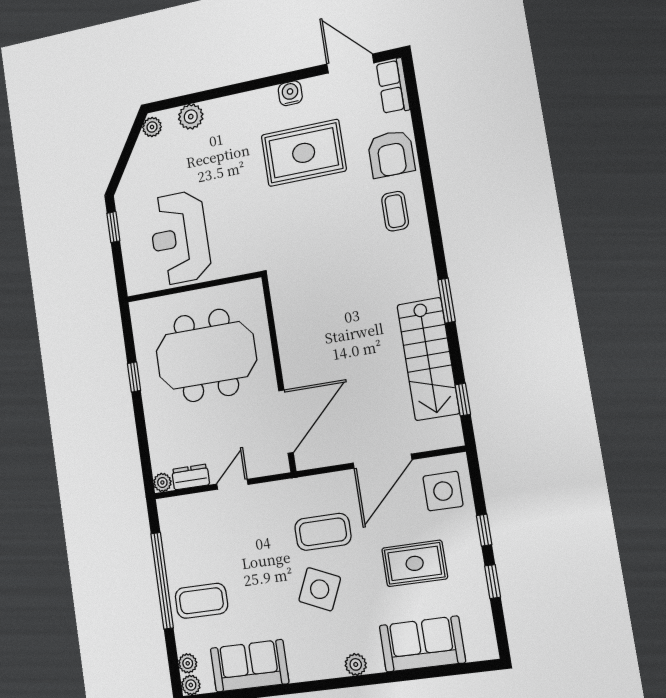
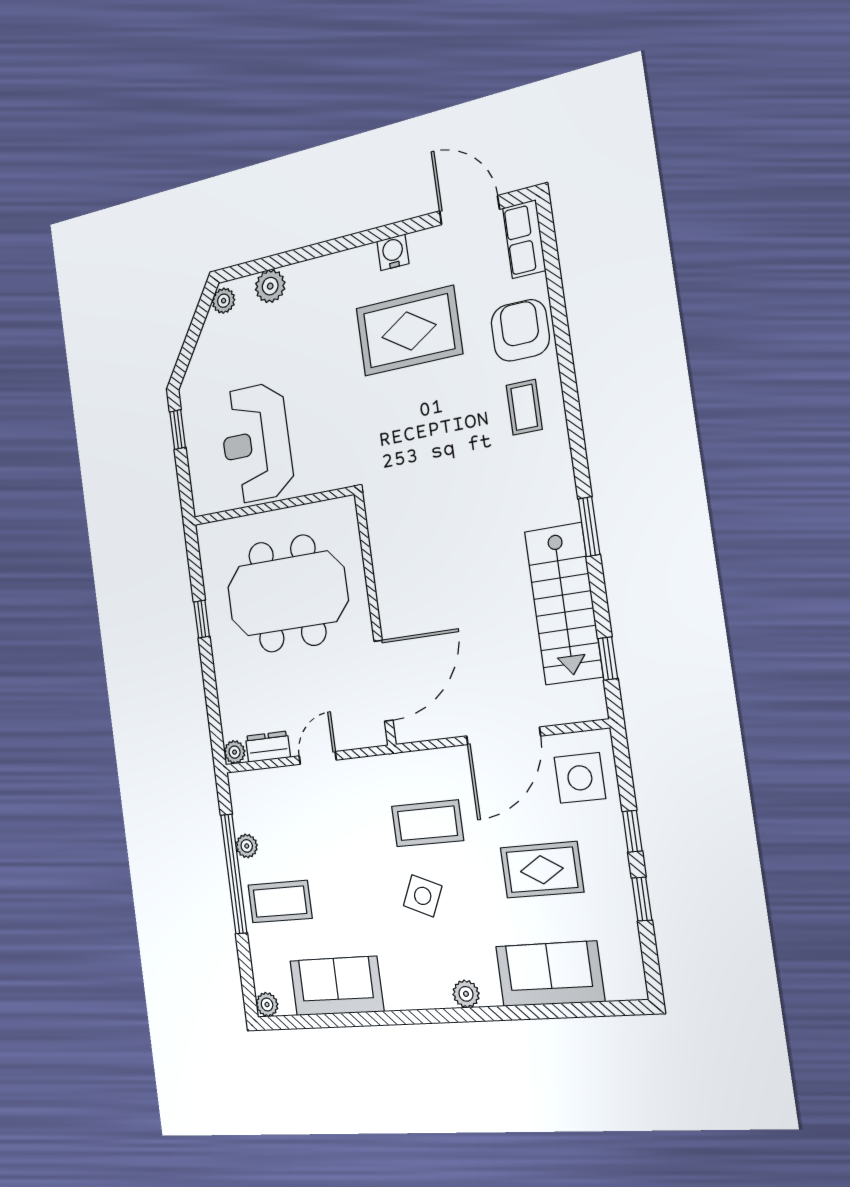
armchair: (391, 154) -> (520, 330), turned 180
side table: (320, 589) -> (423, 896), width x0.73, depth x0.73
plant: (188, 663) -> (247, 846), moved

